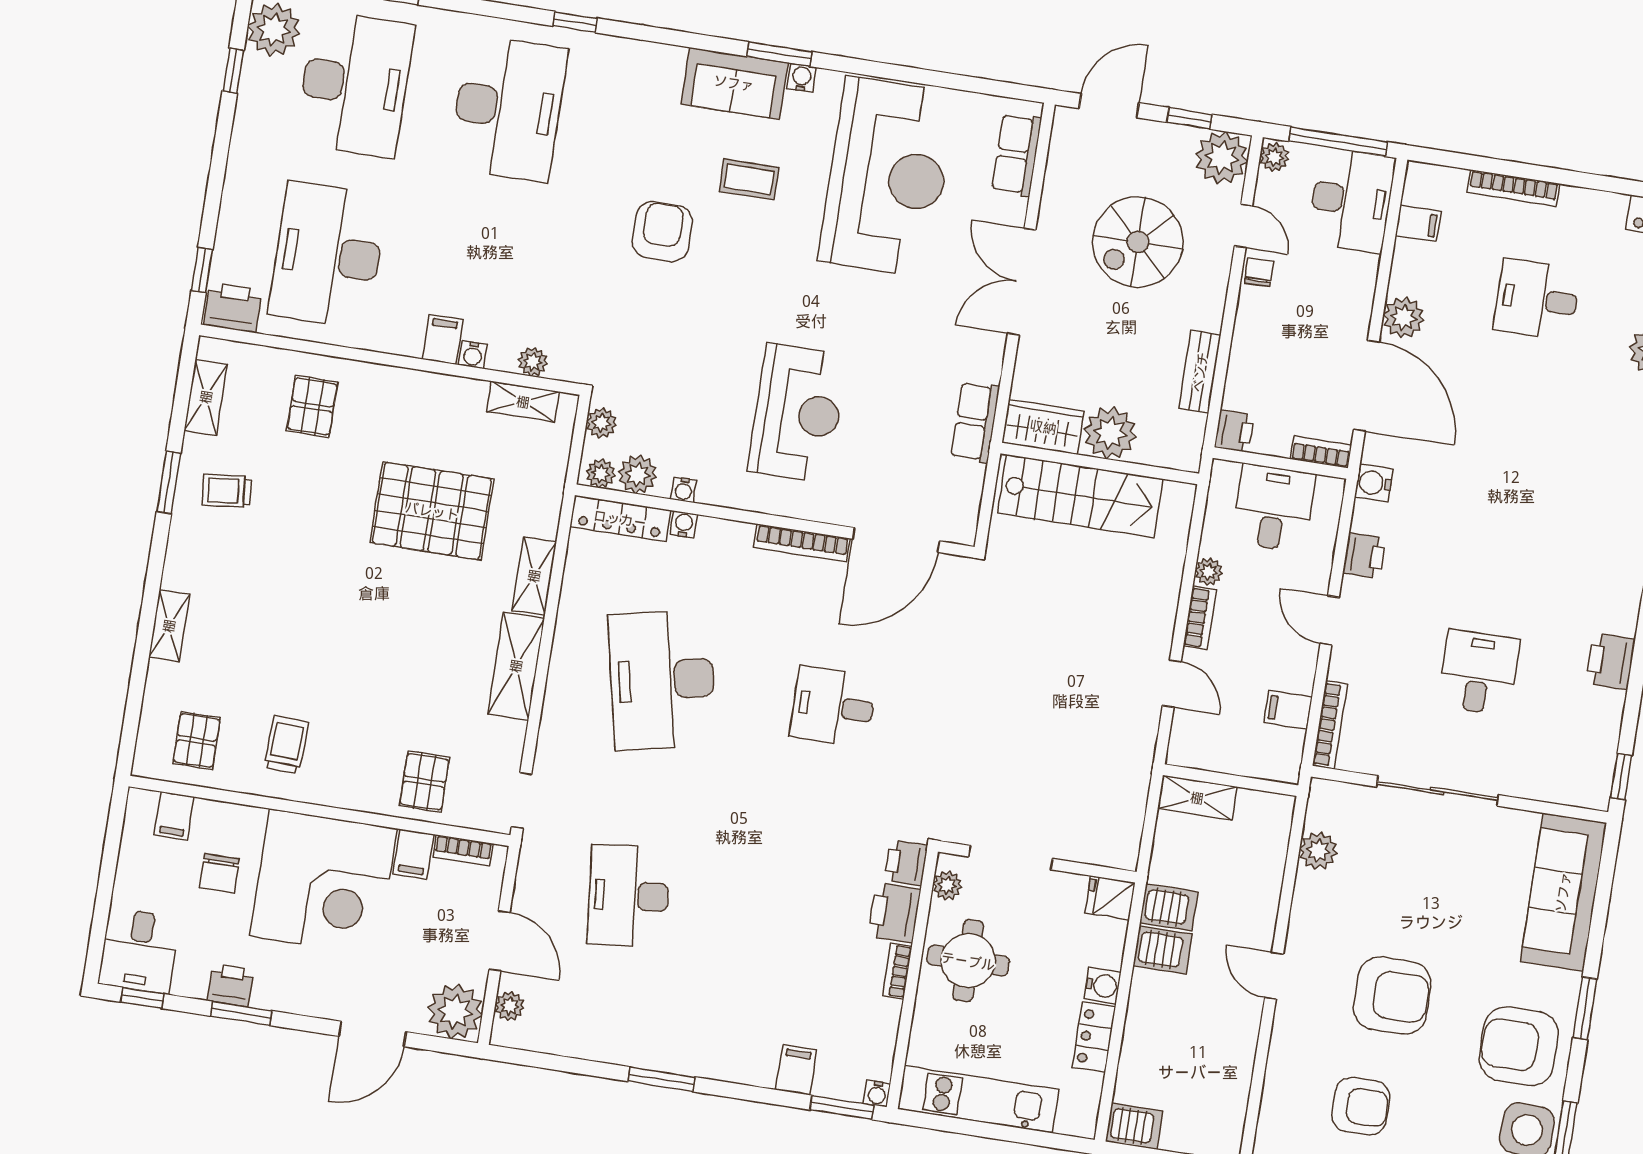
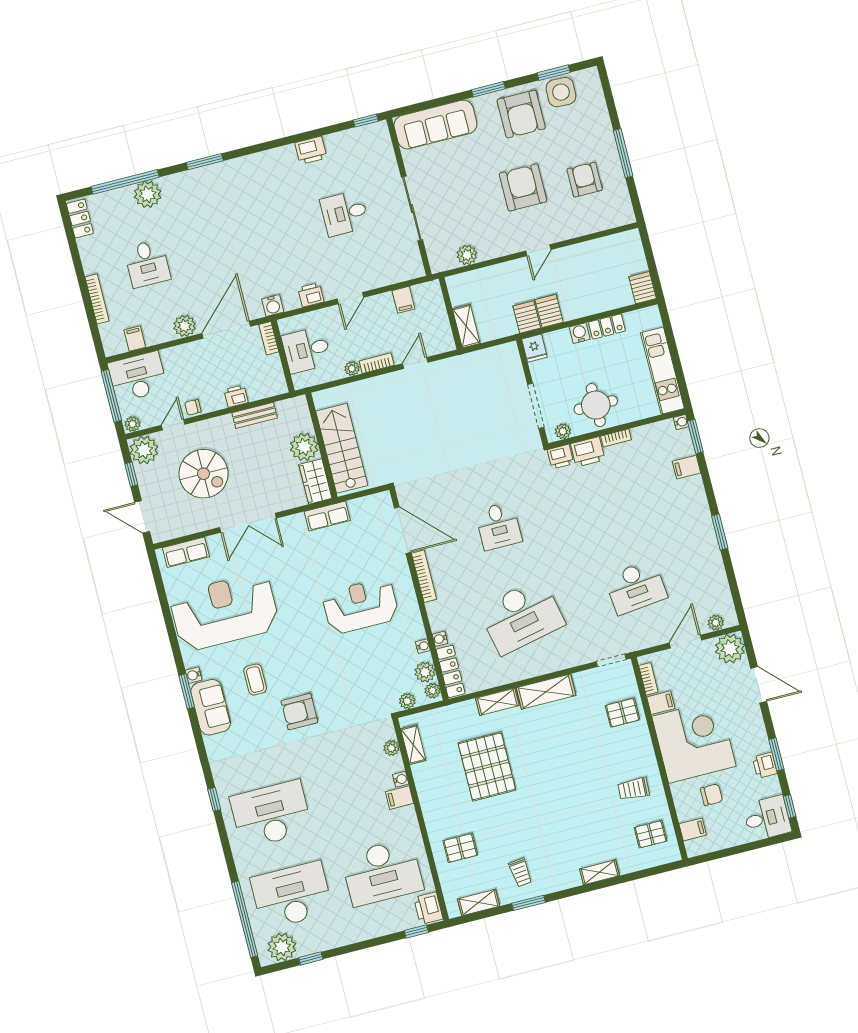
printer: (1234, 431) -> (236, 396), moved
bookcase: (1330, 725) -> (402, 276), removed

